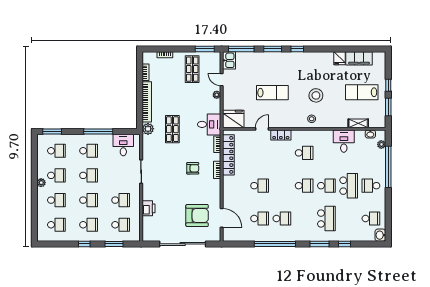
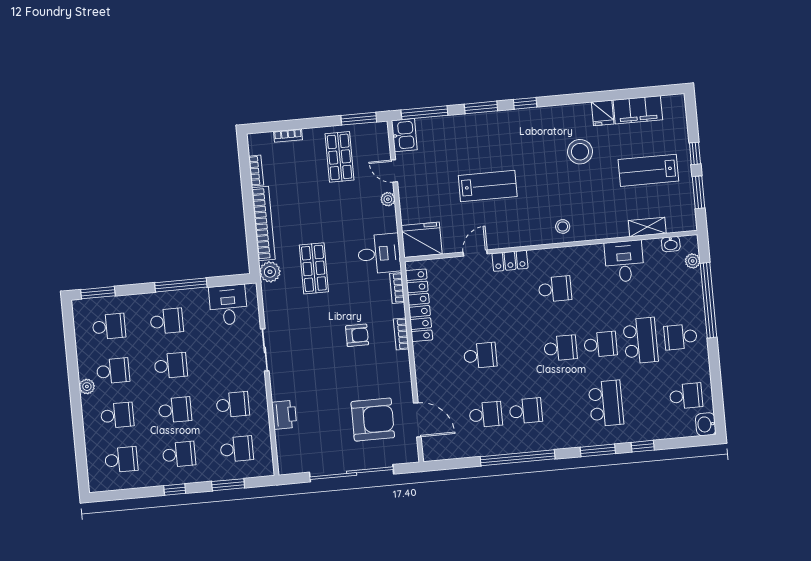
stool: (316, 95) -> (580, 152), moved

